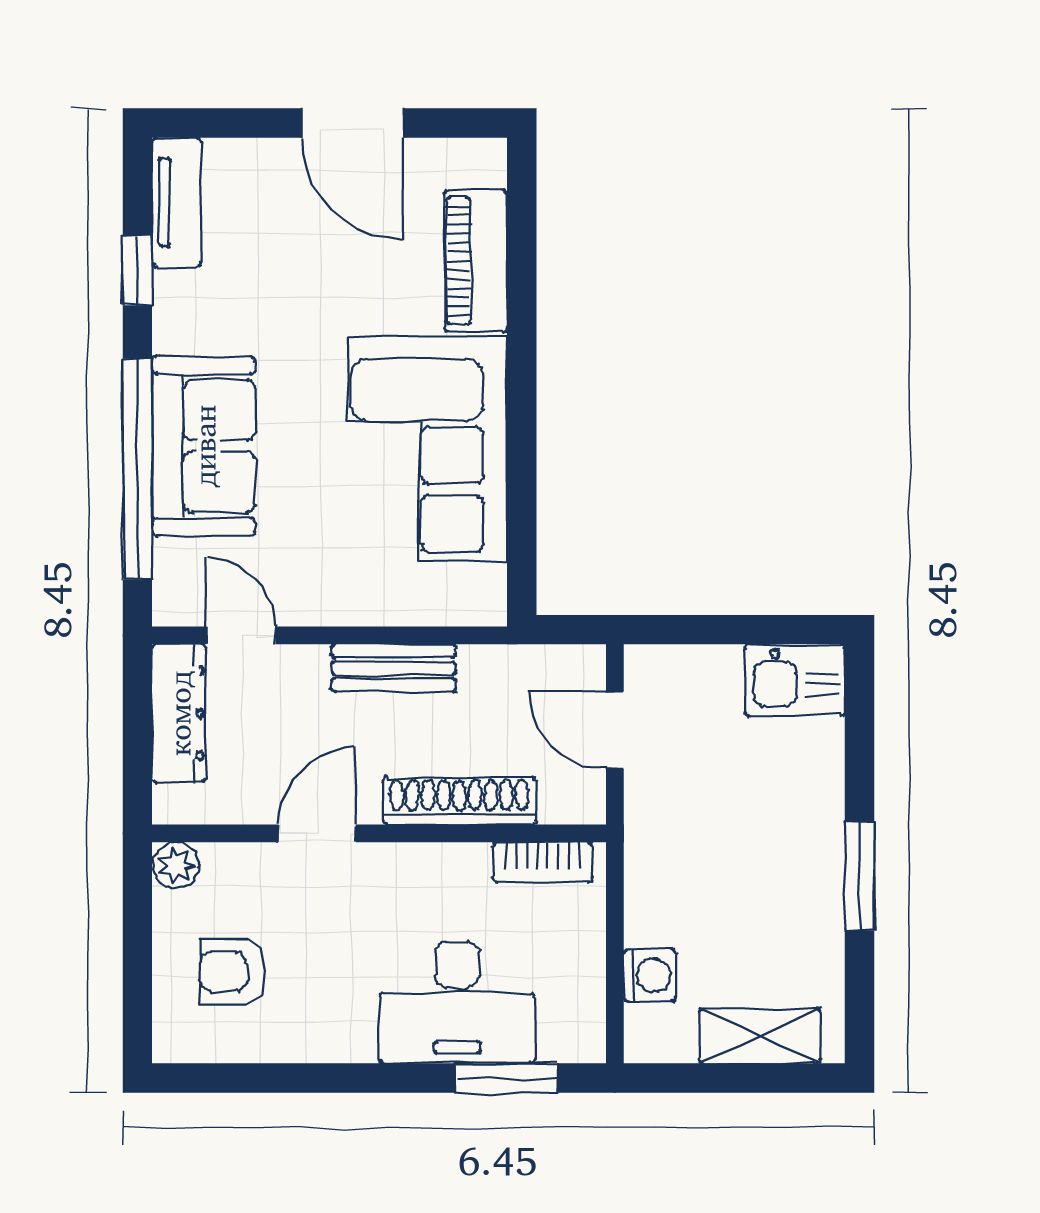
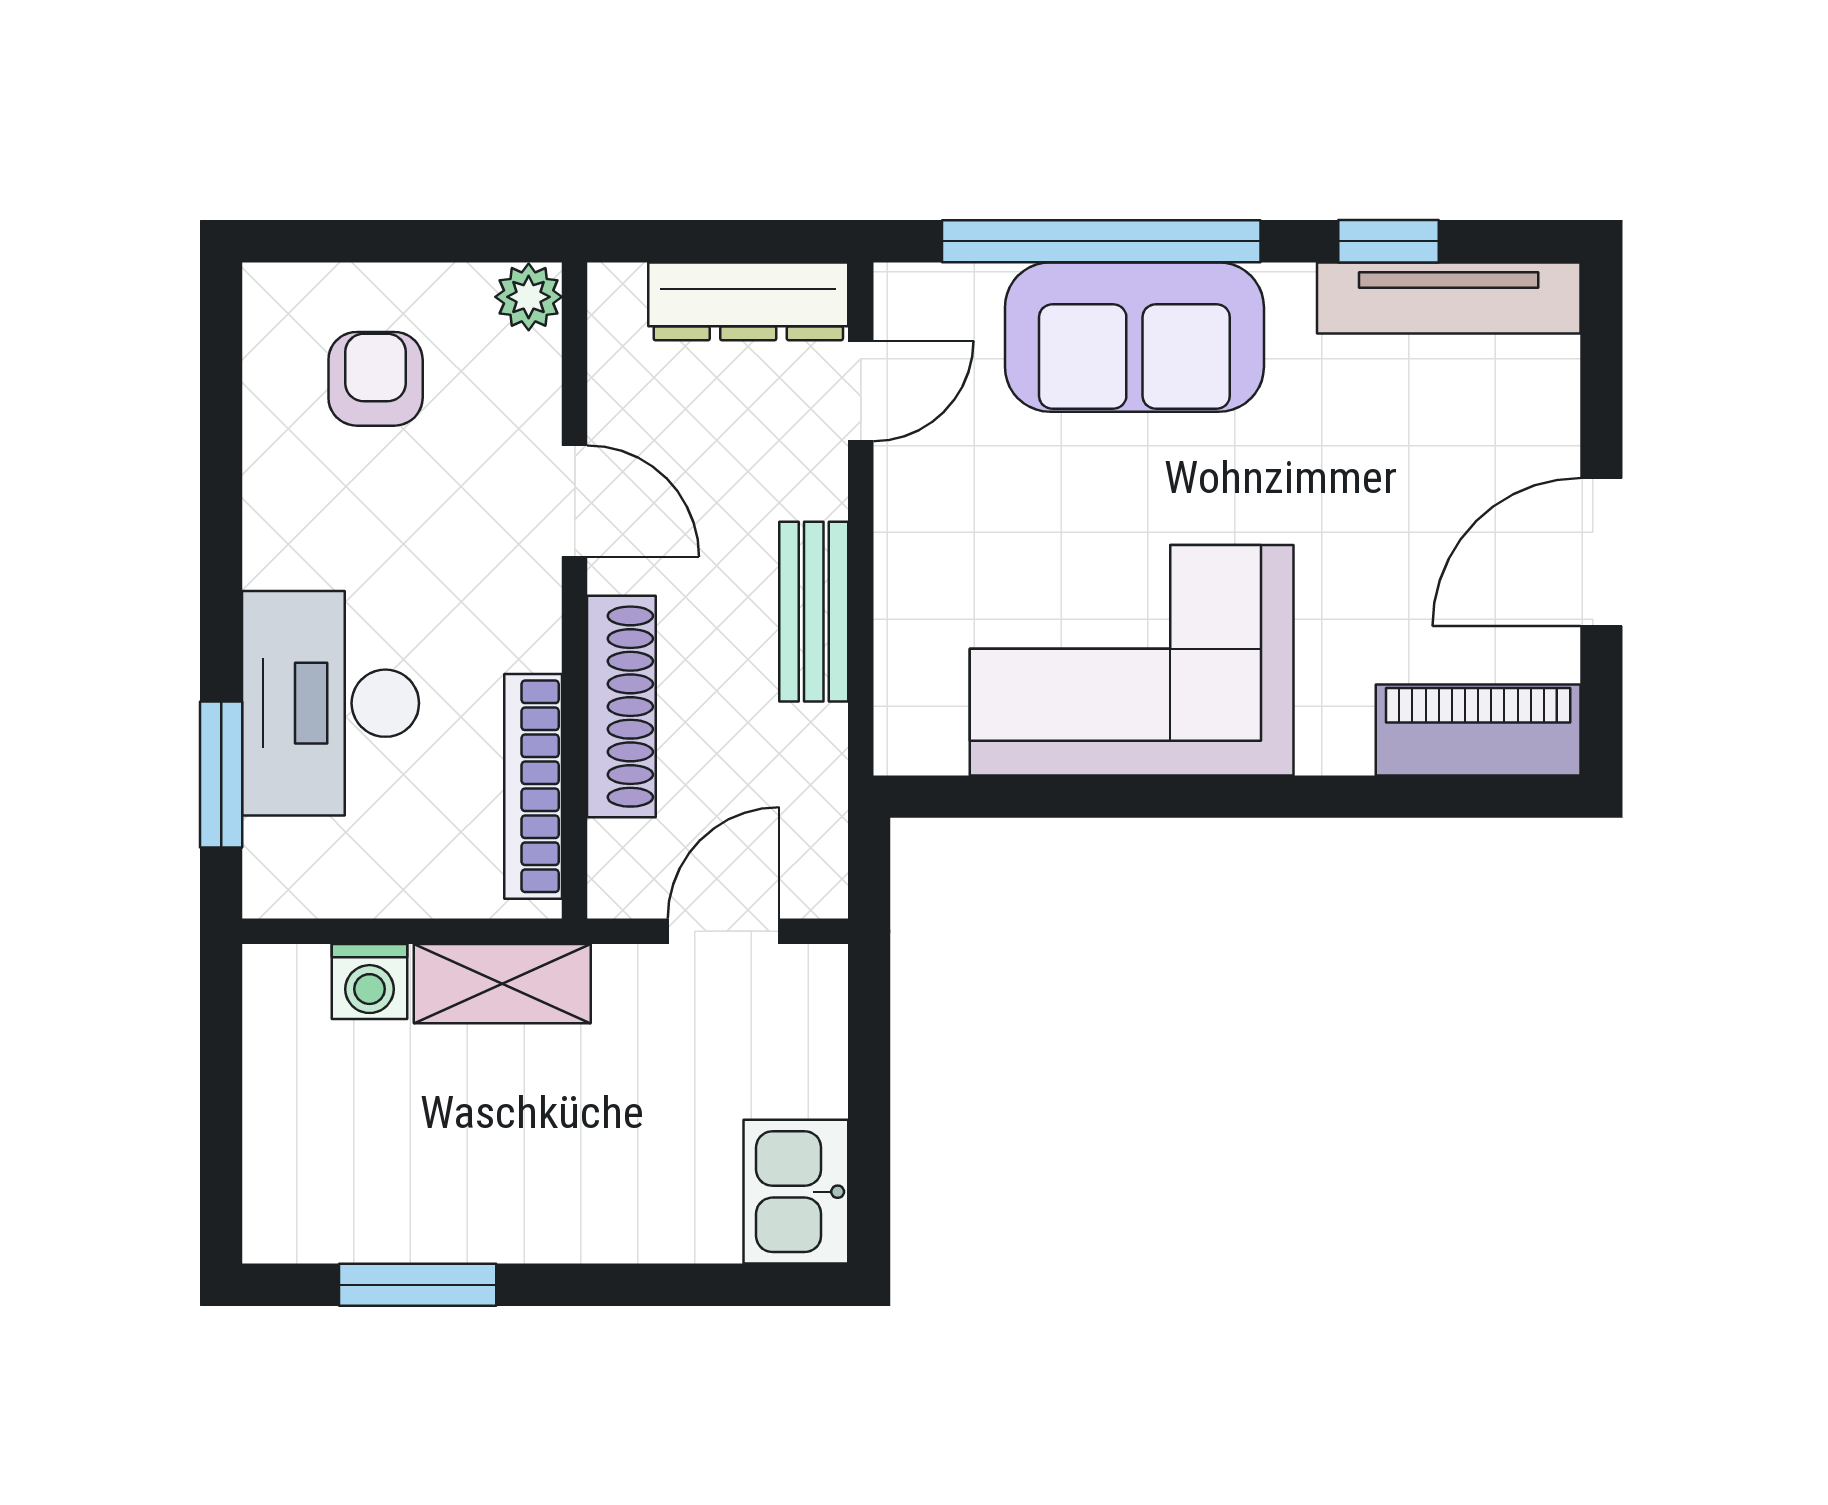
tv unit: (177, 202) -> (1449, 298), width x1.41
piano: (476, 261) -> (1478, 730), moved
bookcase: (543, 862) -> (533, 786), width x1.56
window: (859, 876) -> (418, 1285), moved
shelving: (760, 1036) -> (502, 984), moved, turned 90

